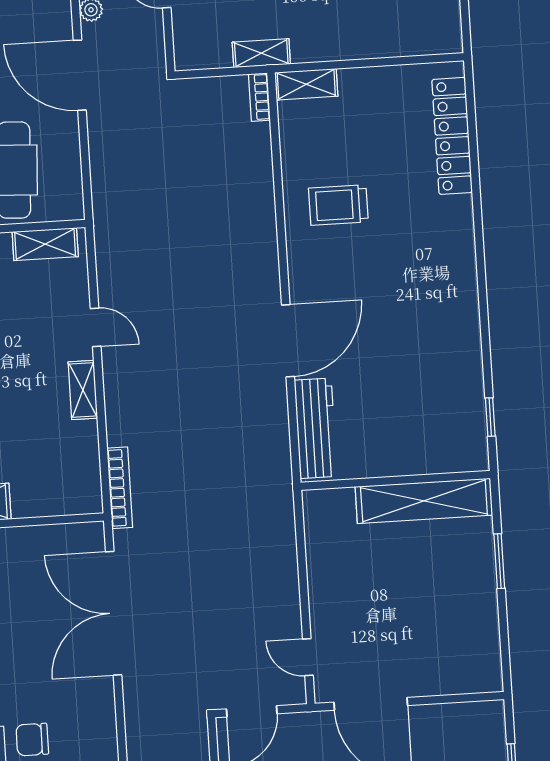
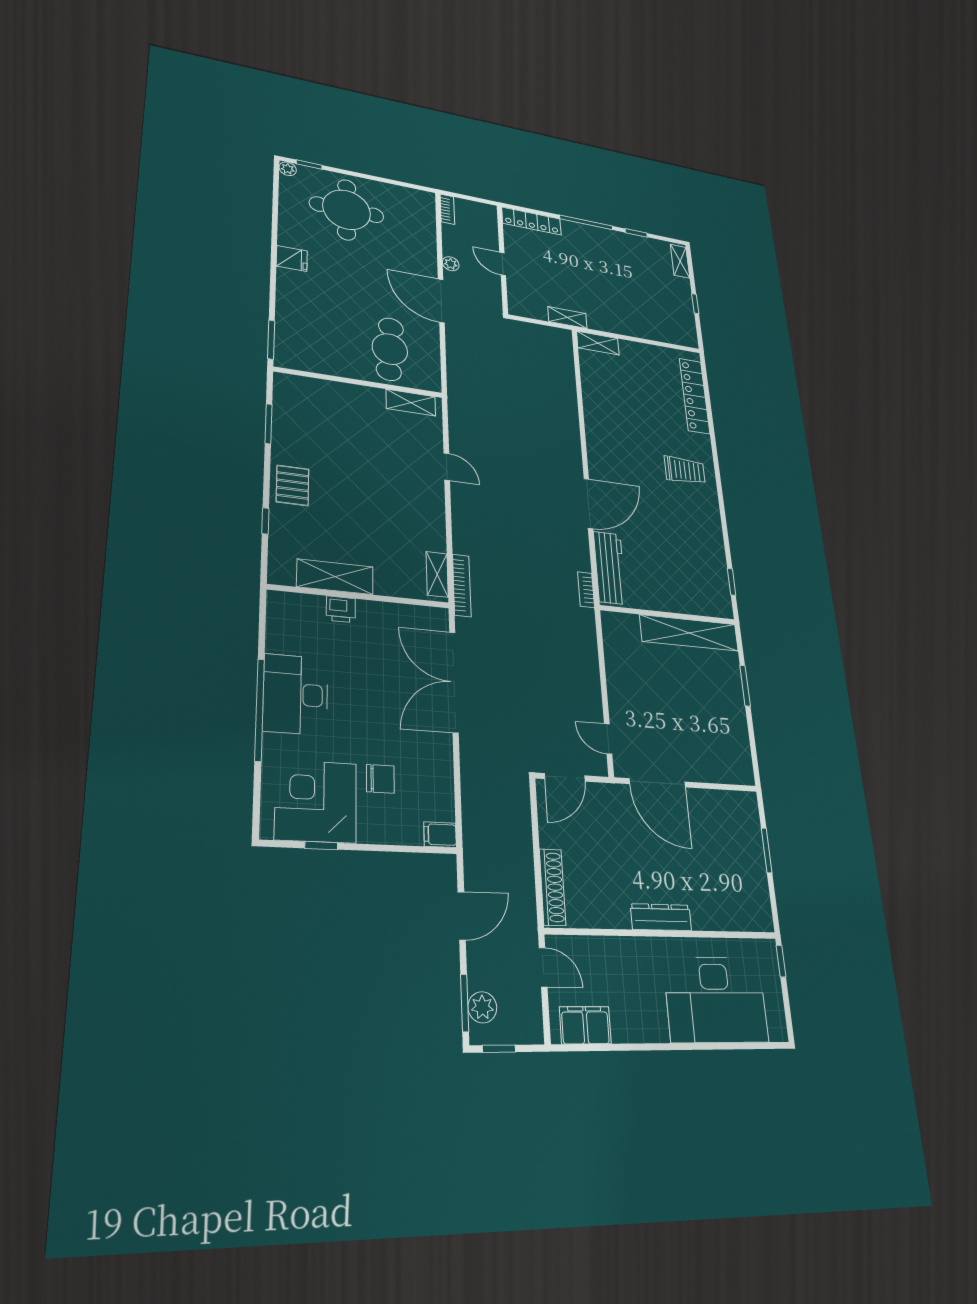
bookcase: (259, 97) -> (586, 590), moved
trolley: (338, 205) -> (685, 470), moved, turned 180
shelving: (83, 390) -> (437, 574), moved
chair: (32, 740) -> (380, 779), turned 180

